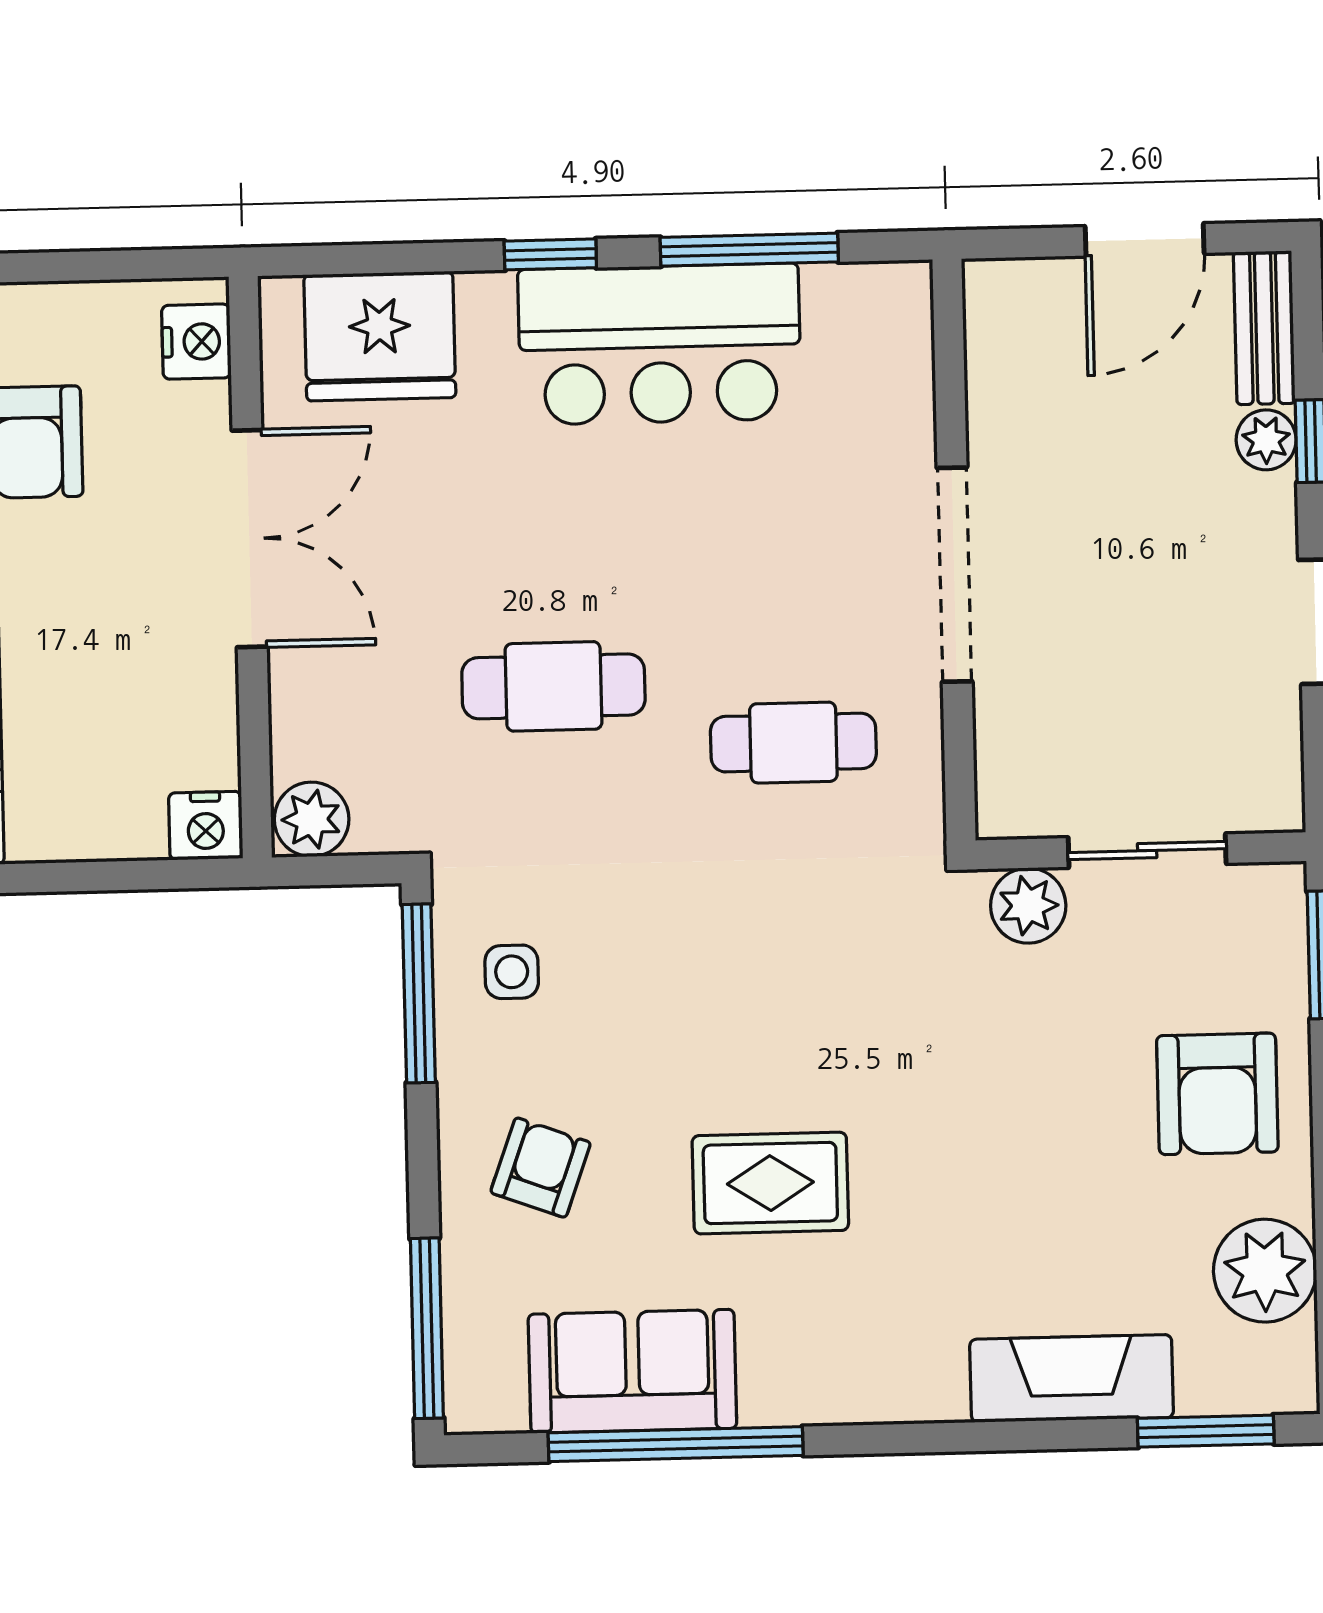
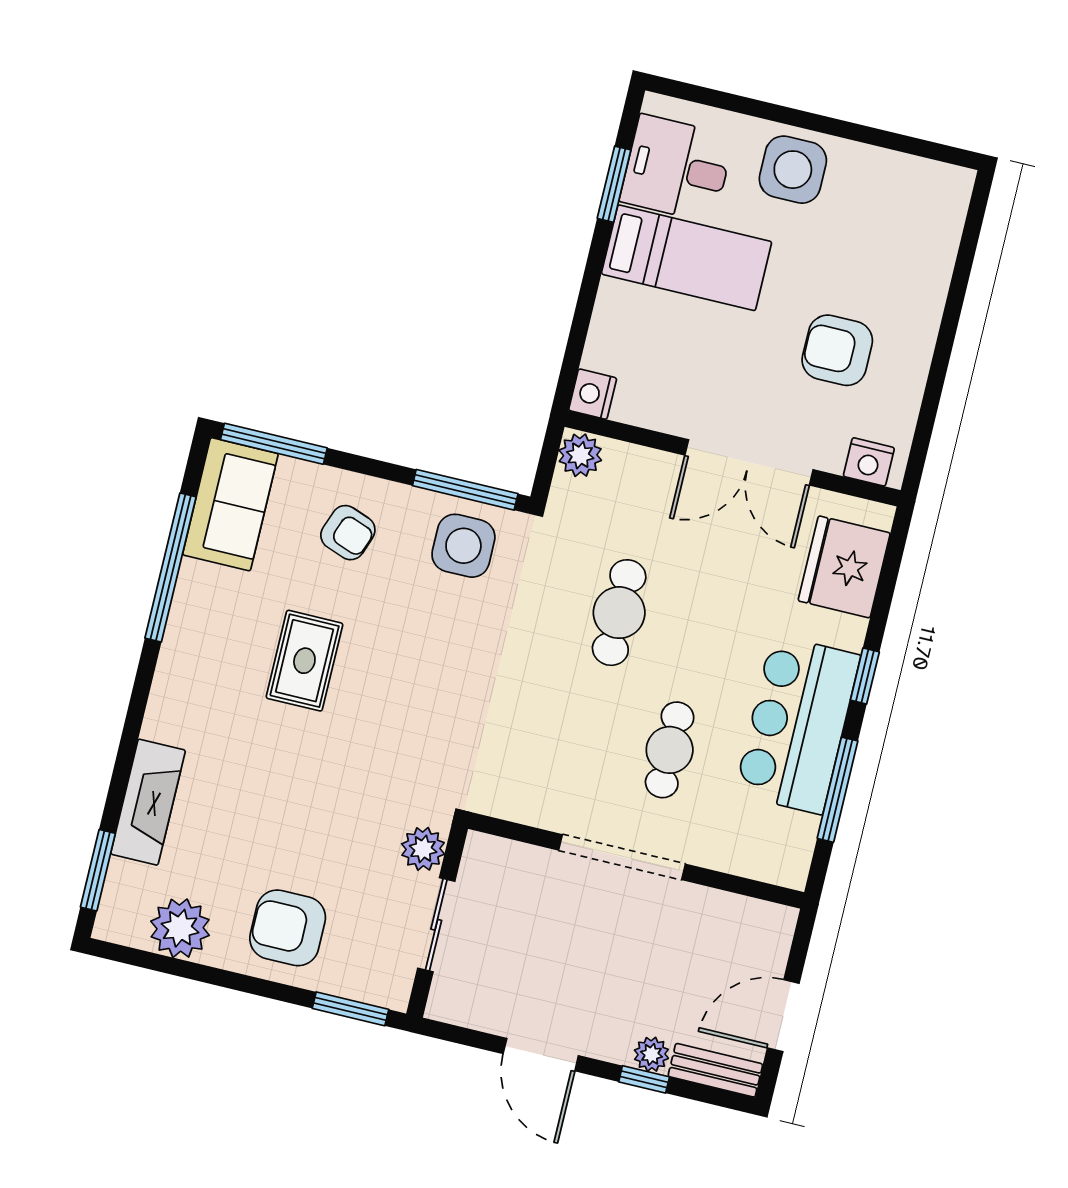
door: (1145, 240) -> (783, 1016), hinge flipped
cafe table: (793, 743) -> (670, 750), moved
side table: (512, 972) -> (463, 546), width x1.87, depth x1.87
sofa: (632, 1371) -> (230, 504), moved

